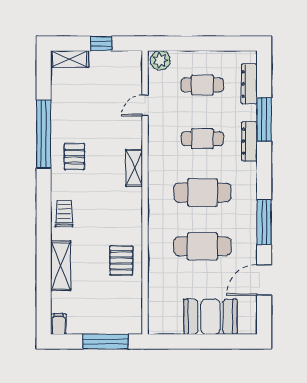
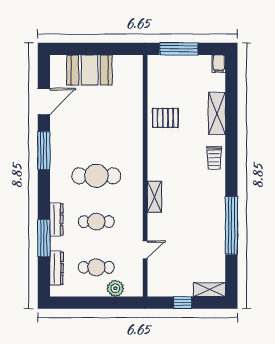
plant: (160, 60) -> (115, 288), moved
pallet: (74, 157) -> (205, 206), removed
cafe table: (202, 246) -> (96, 130), removed
pallet: (121, 261) -> (165, 118), turned 90

